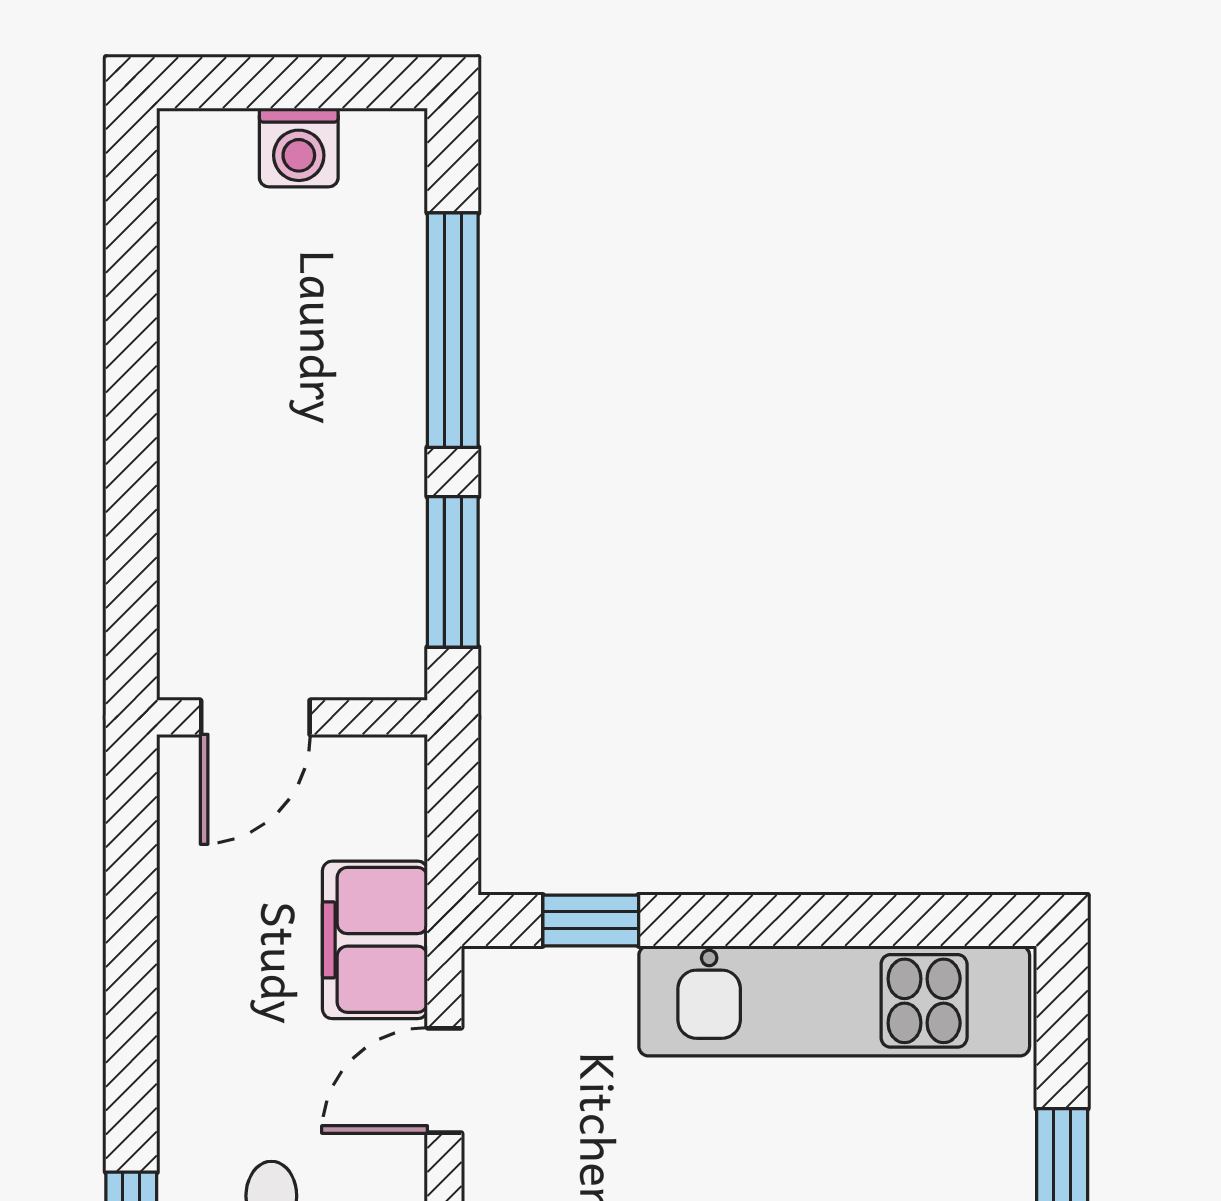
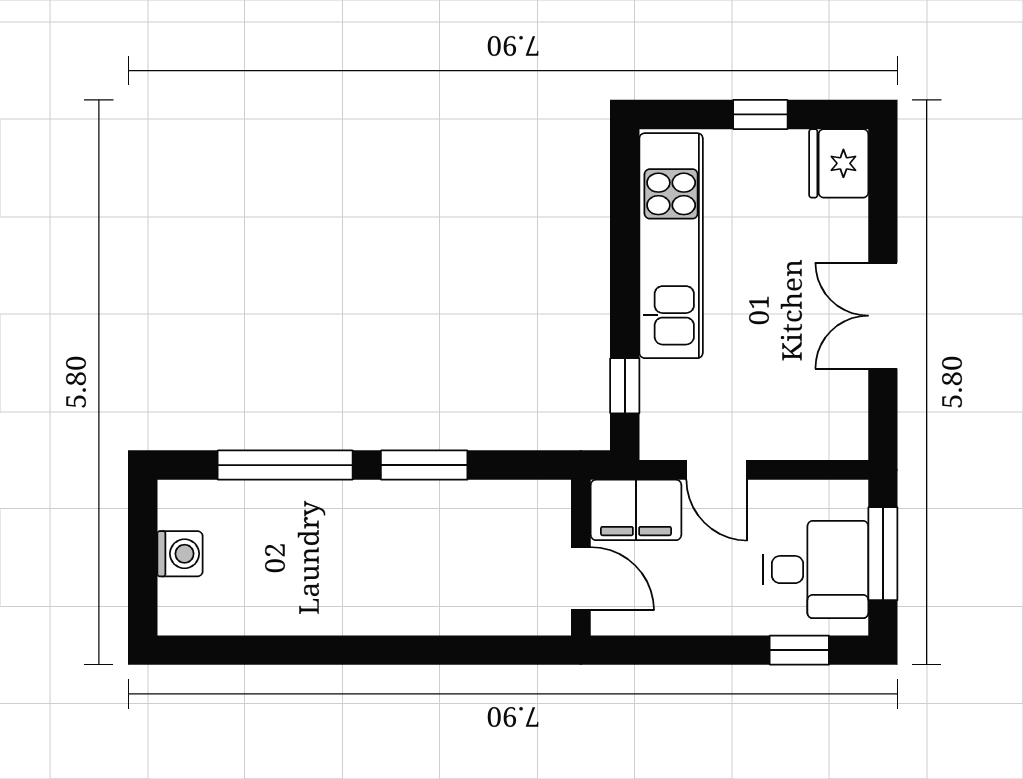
door: (255, 717) -> (581, 579), moved
wall: (292, 717) -> (581, 558), moved

